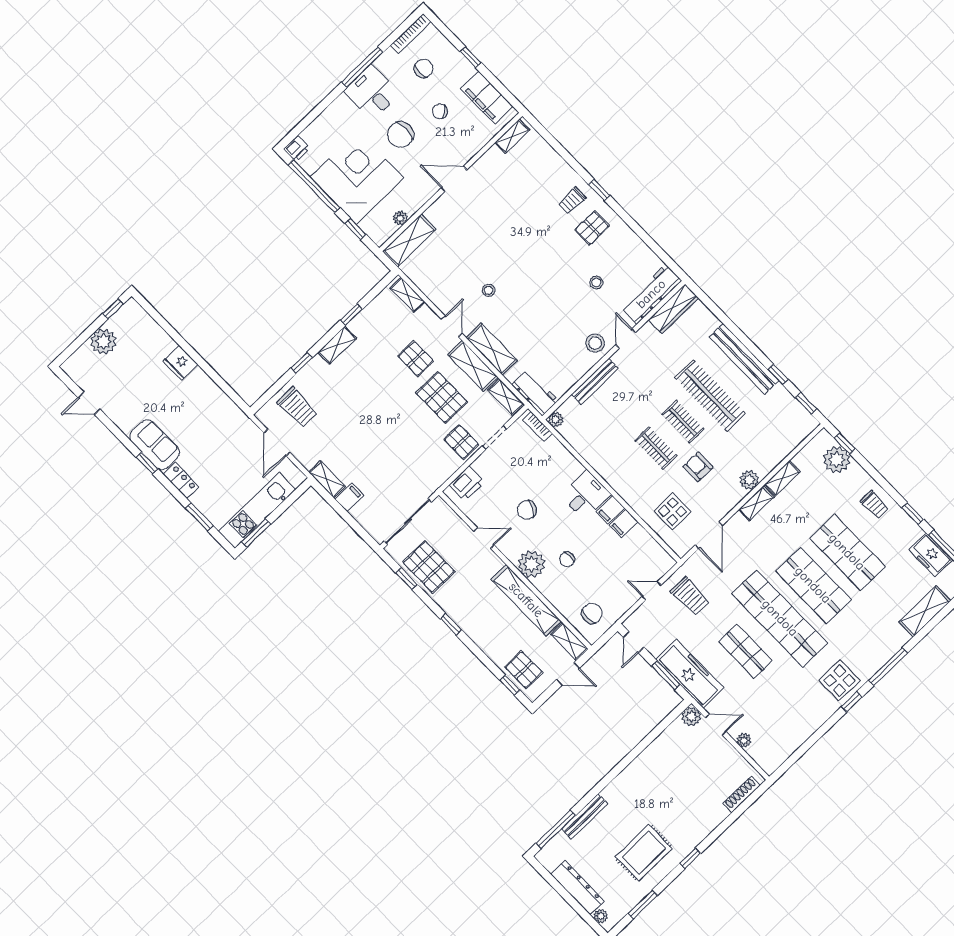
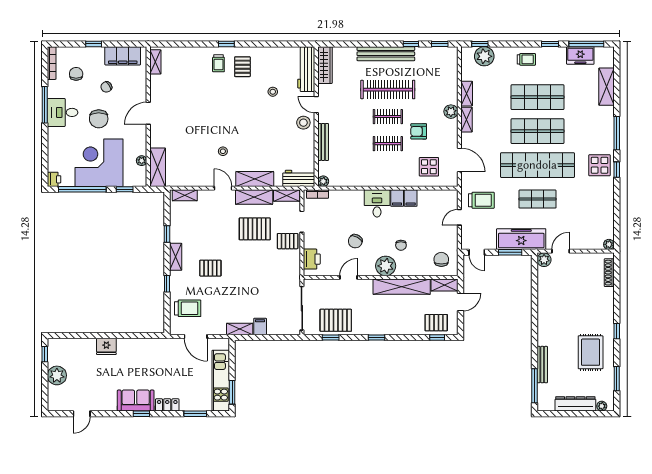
pallet: (416, 359) -> (210, 268), moved
plant: (744, 740) -> (609, 244), moved

